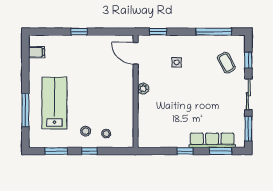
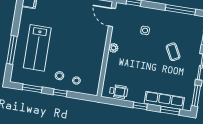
coffee table: (226, 63) -> (173, 52), moved
lab bench: (54, 103) -> (37, 48), turned 180
wheelchair: (157, 138) -> (119, 91), added

